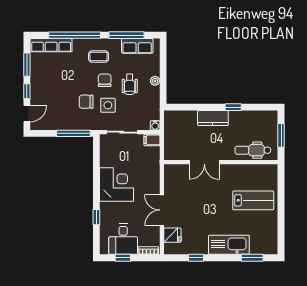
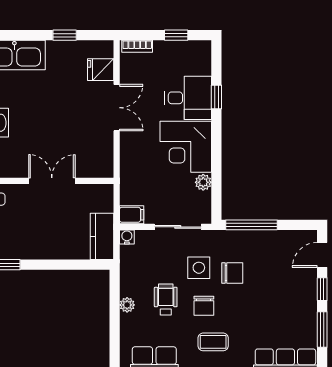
kitchen counter: (213, 118) -> (102, 236), moved, turned -90
plant: (105, 161) -> (203, 182), added
desk: (123, 239) -> (188, 98), moved, turned 90

